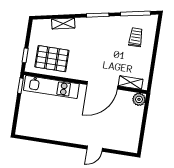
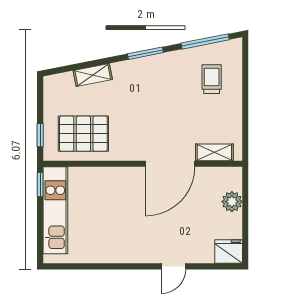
kitchen unit: (51, 87) -> (55, 210), moved, turned -90
plant: (139, 99) -> (232, 202), moved
fridge: (130, 145) -> (229, 252), added

